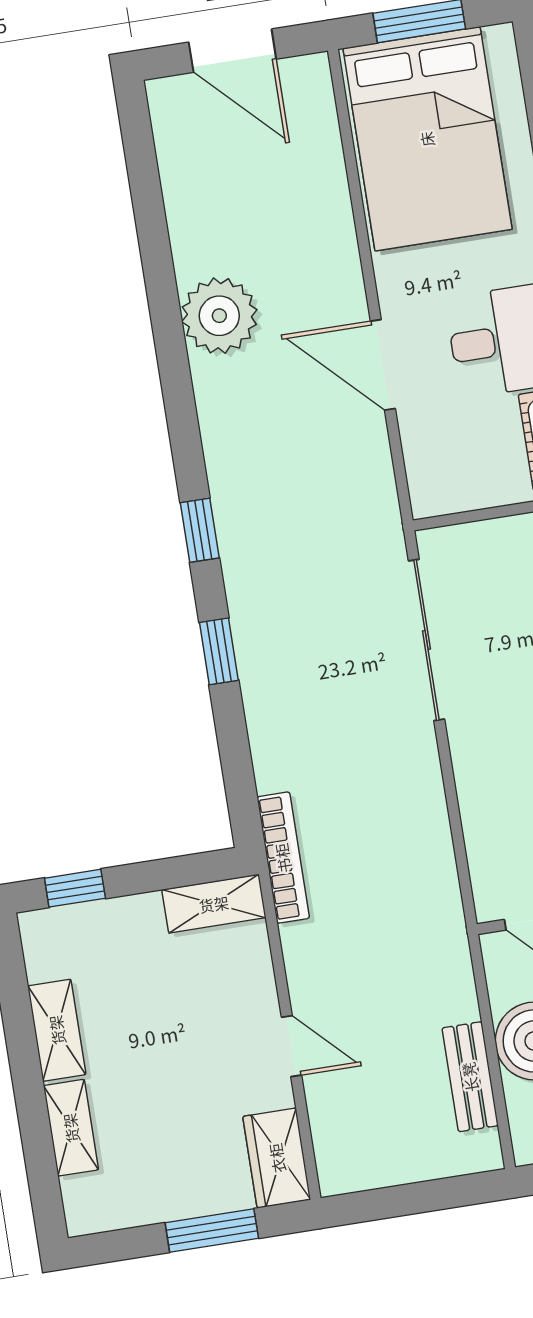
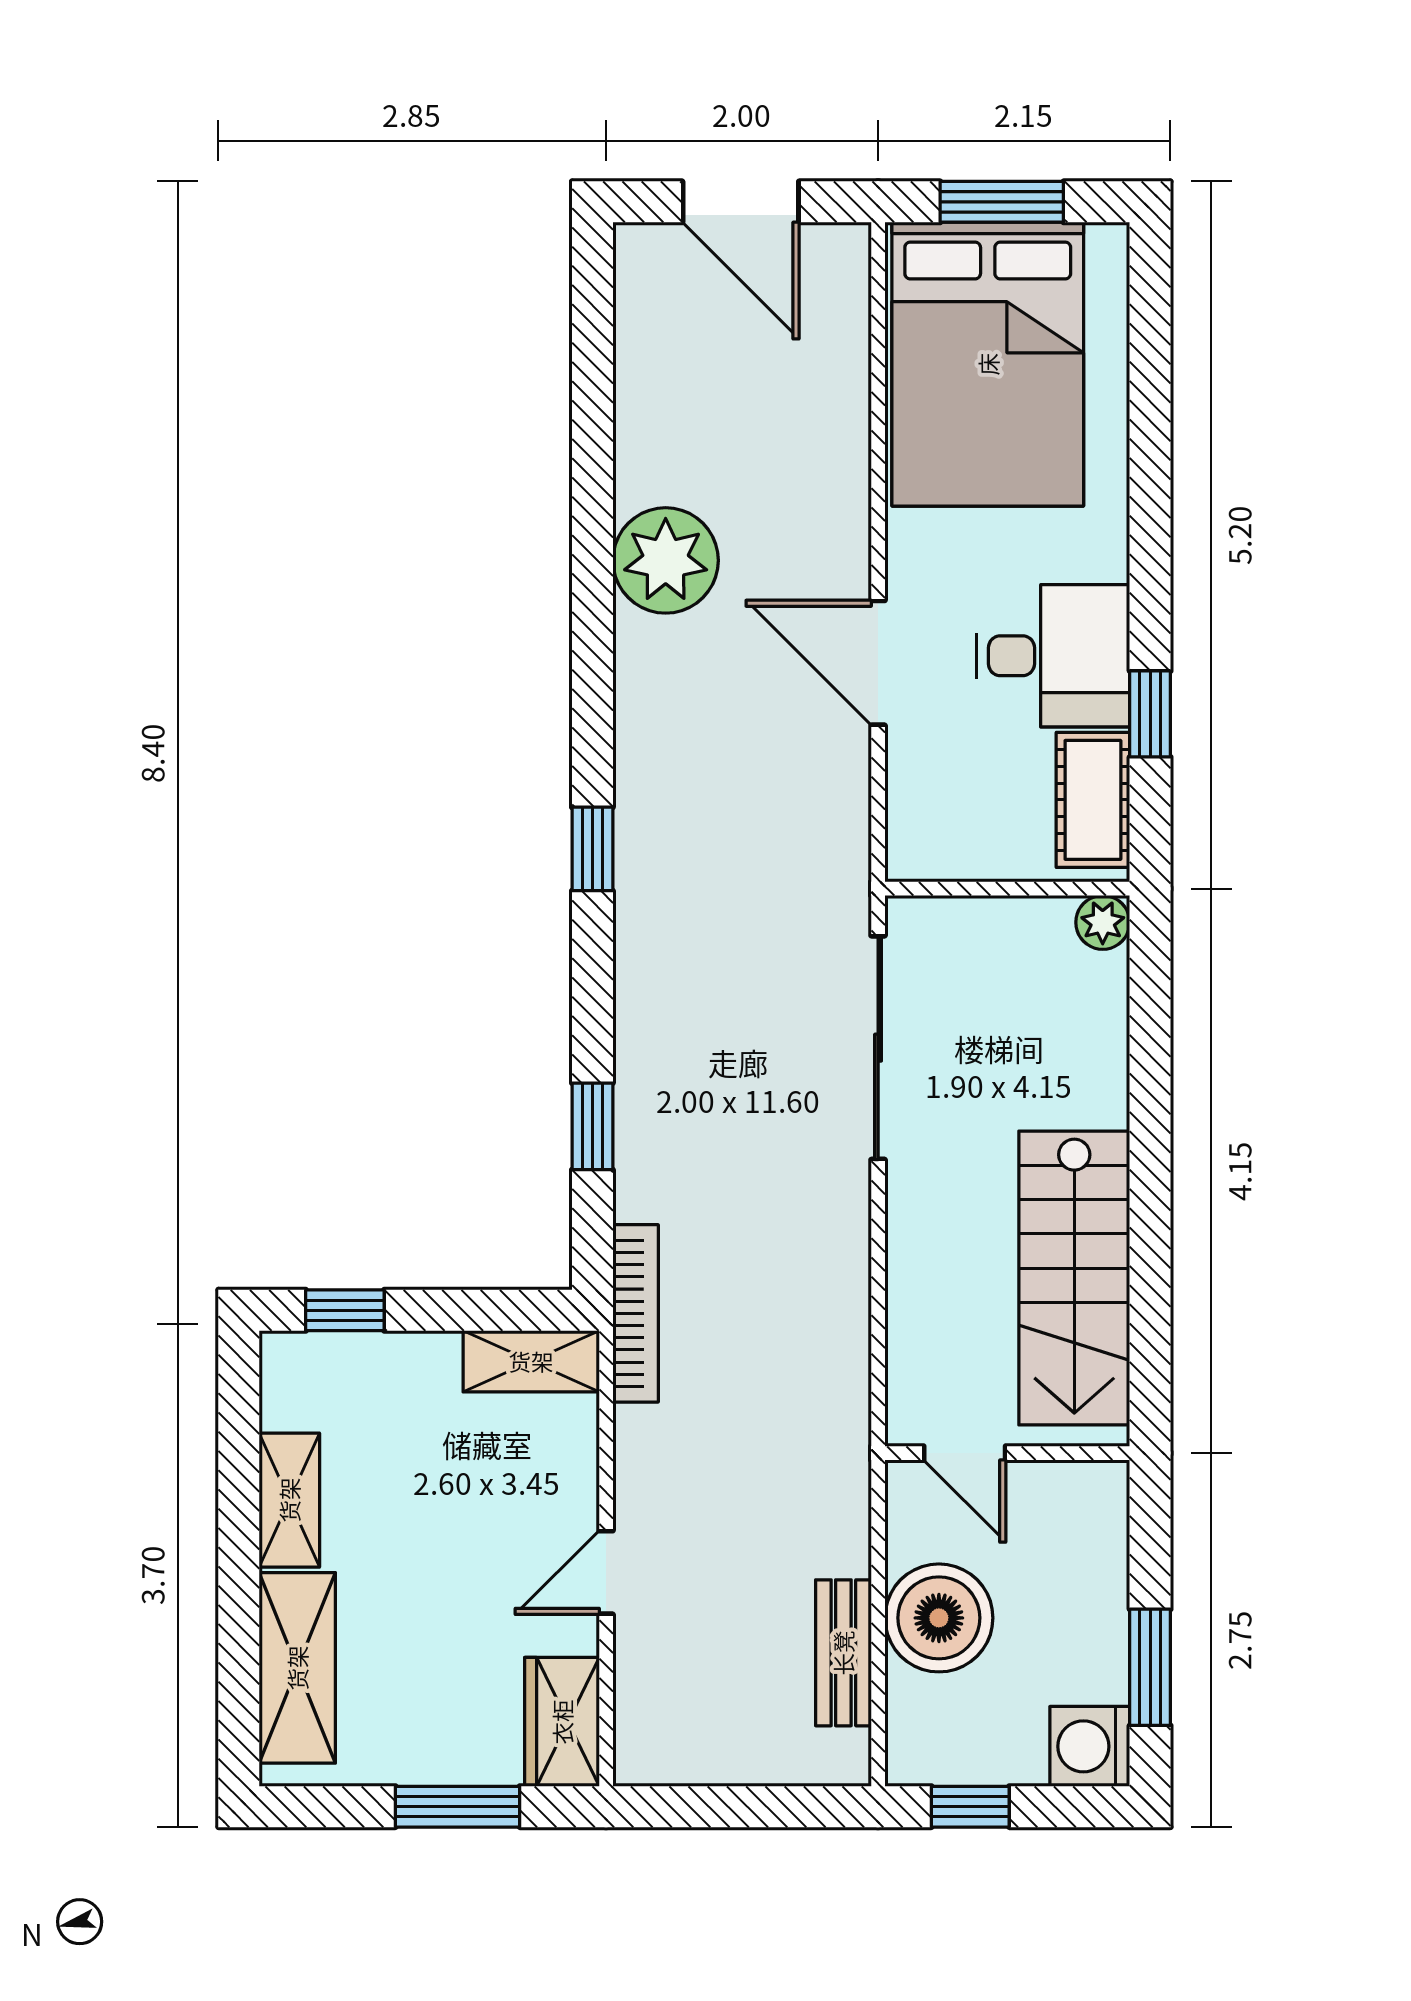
window: (219, 651) -> (592, 1126), moved
door: (291, 1046) -> (606, 1572), swing flipped
shelving: (71, 1128) -> (297, 1668), width x1.50, depth x1.33

